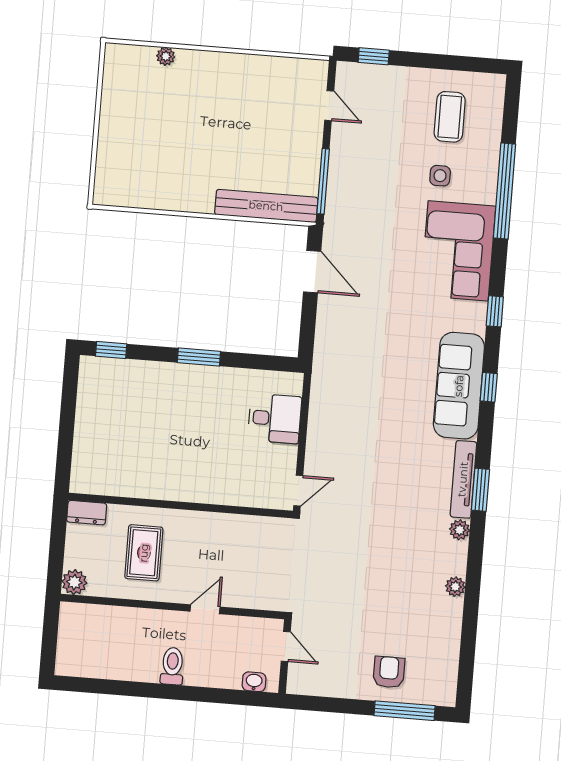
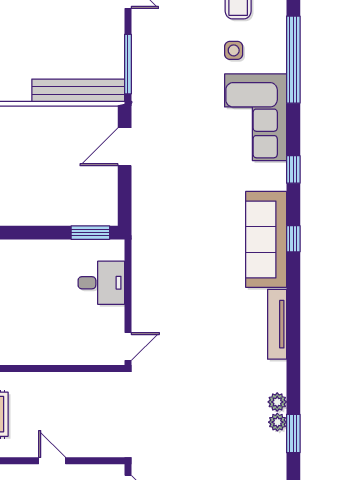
door: (312, 272) -> (125, 147), swing flipped
window: (199, 357) -> (90, 233), moved
window: (480, 490) -> (293, 434), moved
plant: (460, 530) -> (277, 402), moved
door: (205, 609) -> (52, 461), hinge flipped

